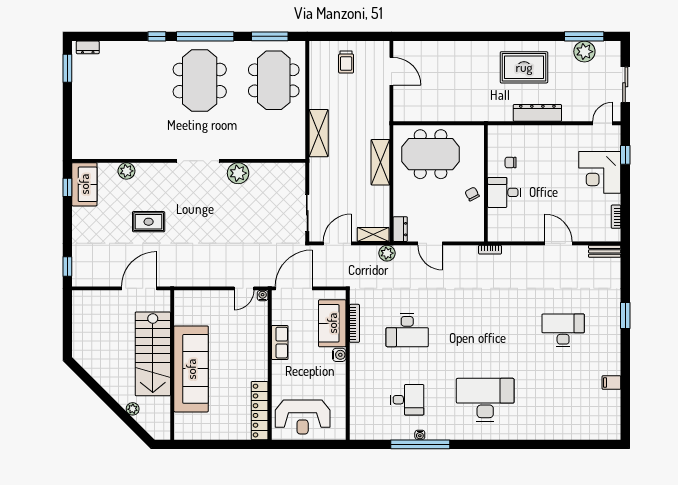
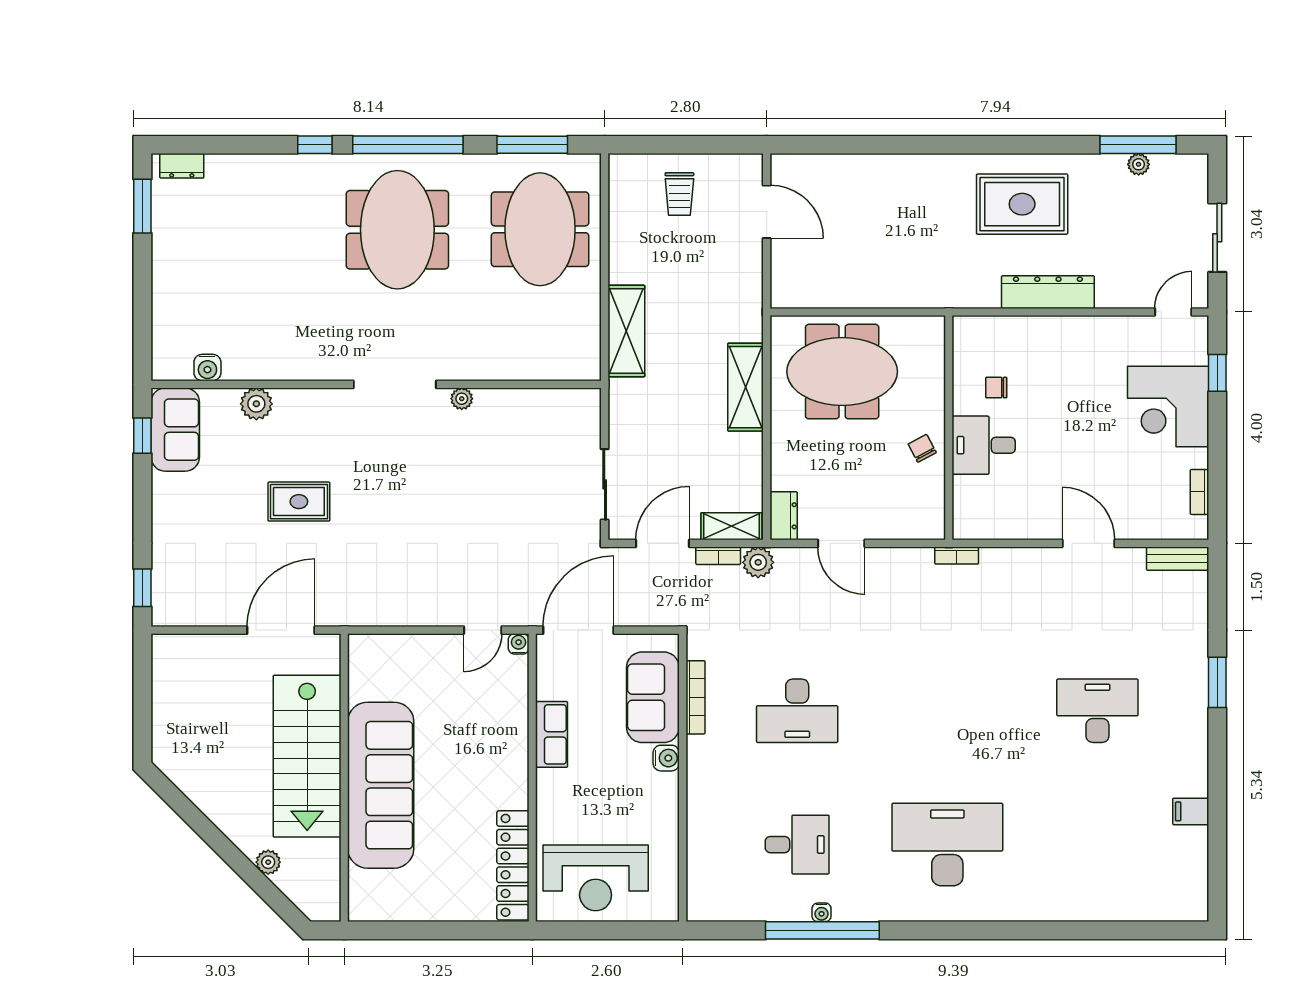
plant: (584, 52) -> (1139, 164), width x0.53, depth x0.53
water cooler: (101, 152) -> (207, 368), added
plant: (238, 173) -> (462, 399), width x0.53, depth x0.53
bookcase: (366, 250) -> (718, 556), added

